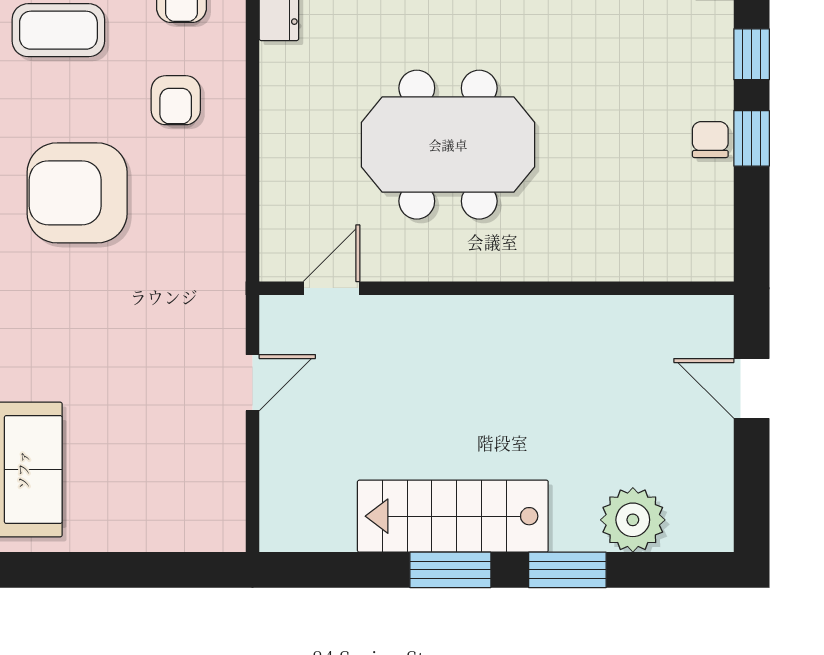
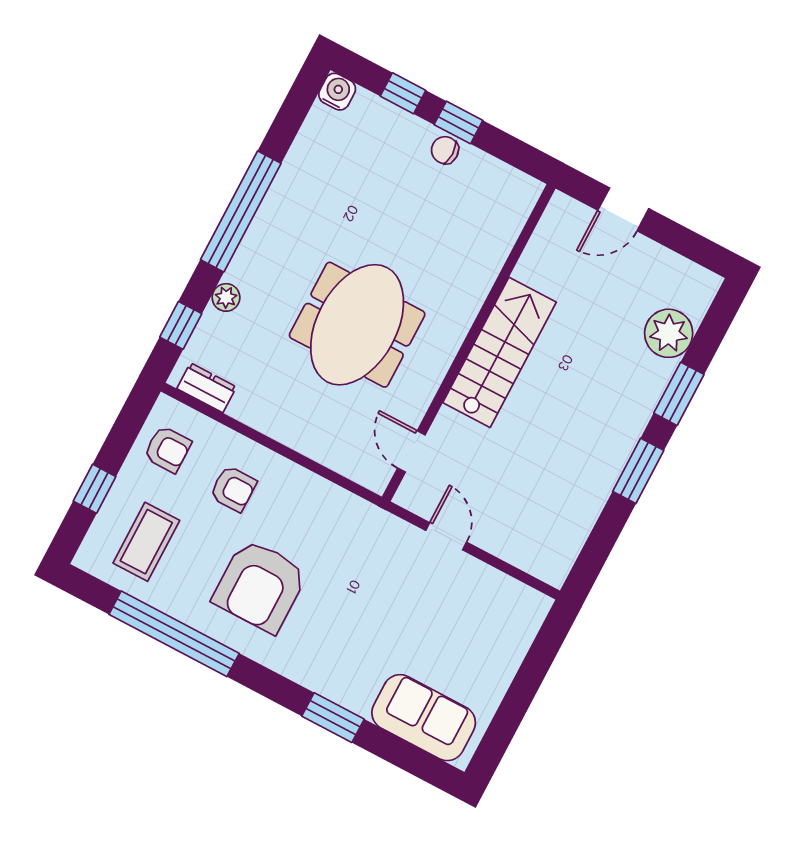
stairs: (453, 516) -> (499, 352), moved, turned 180

